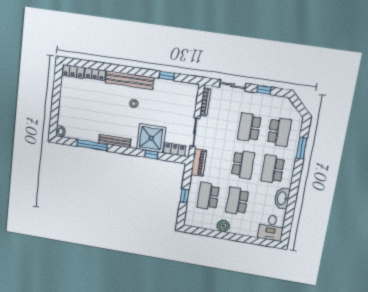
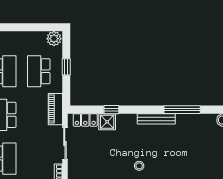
shower: (151, 138) -> (107, 122), width x0.54, depth x0.54
school desk: (208, 196) -> (39, 71), turned 180
plant: (223, 226) -> (54, 39), moved

